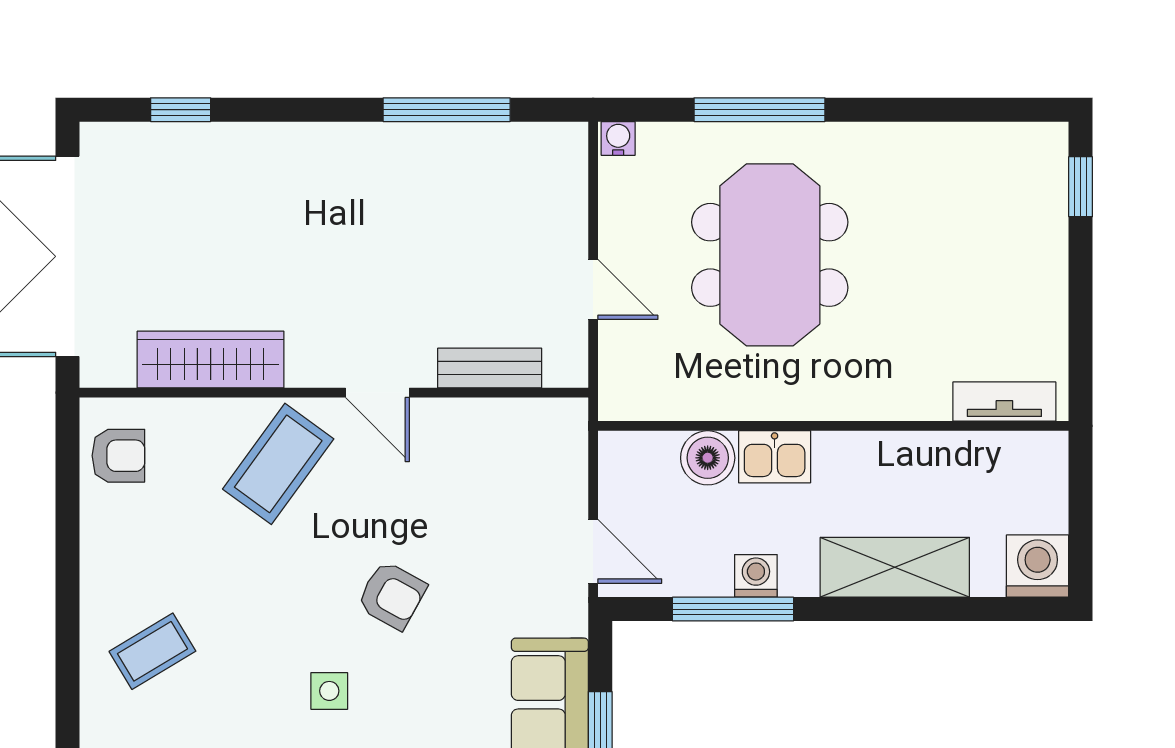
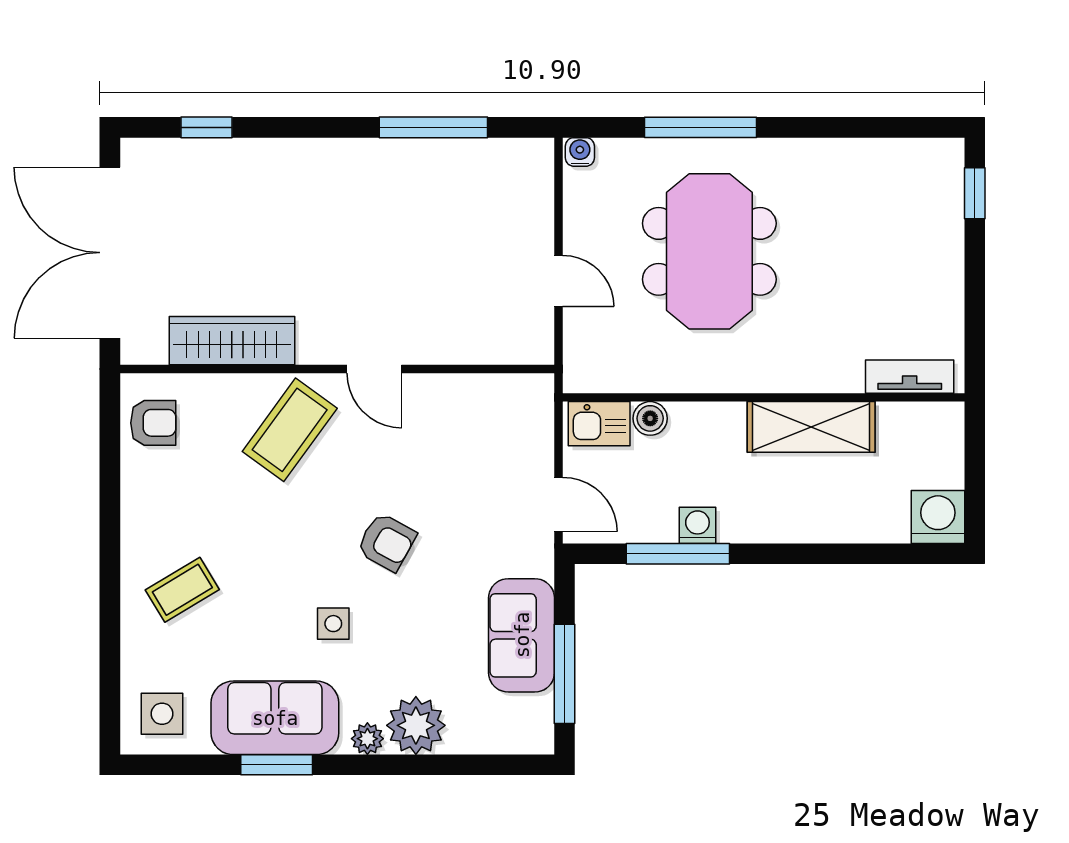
bench: (490, 368) -> (470, 348), removed
kitchen sink: (775, 457) -> (599, 424), moved
boiler: (708, 458) -> (650, 418), width x0.73, depth x0.73
shelving: (895, 567) -> (811, 427), moved

